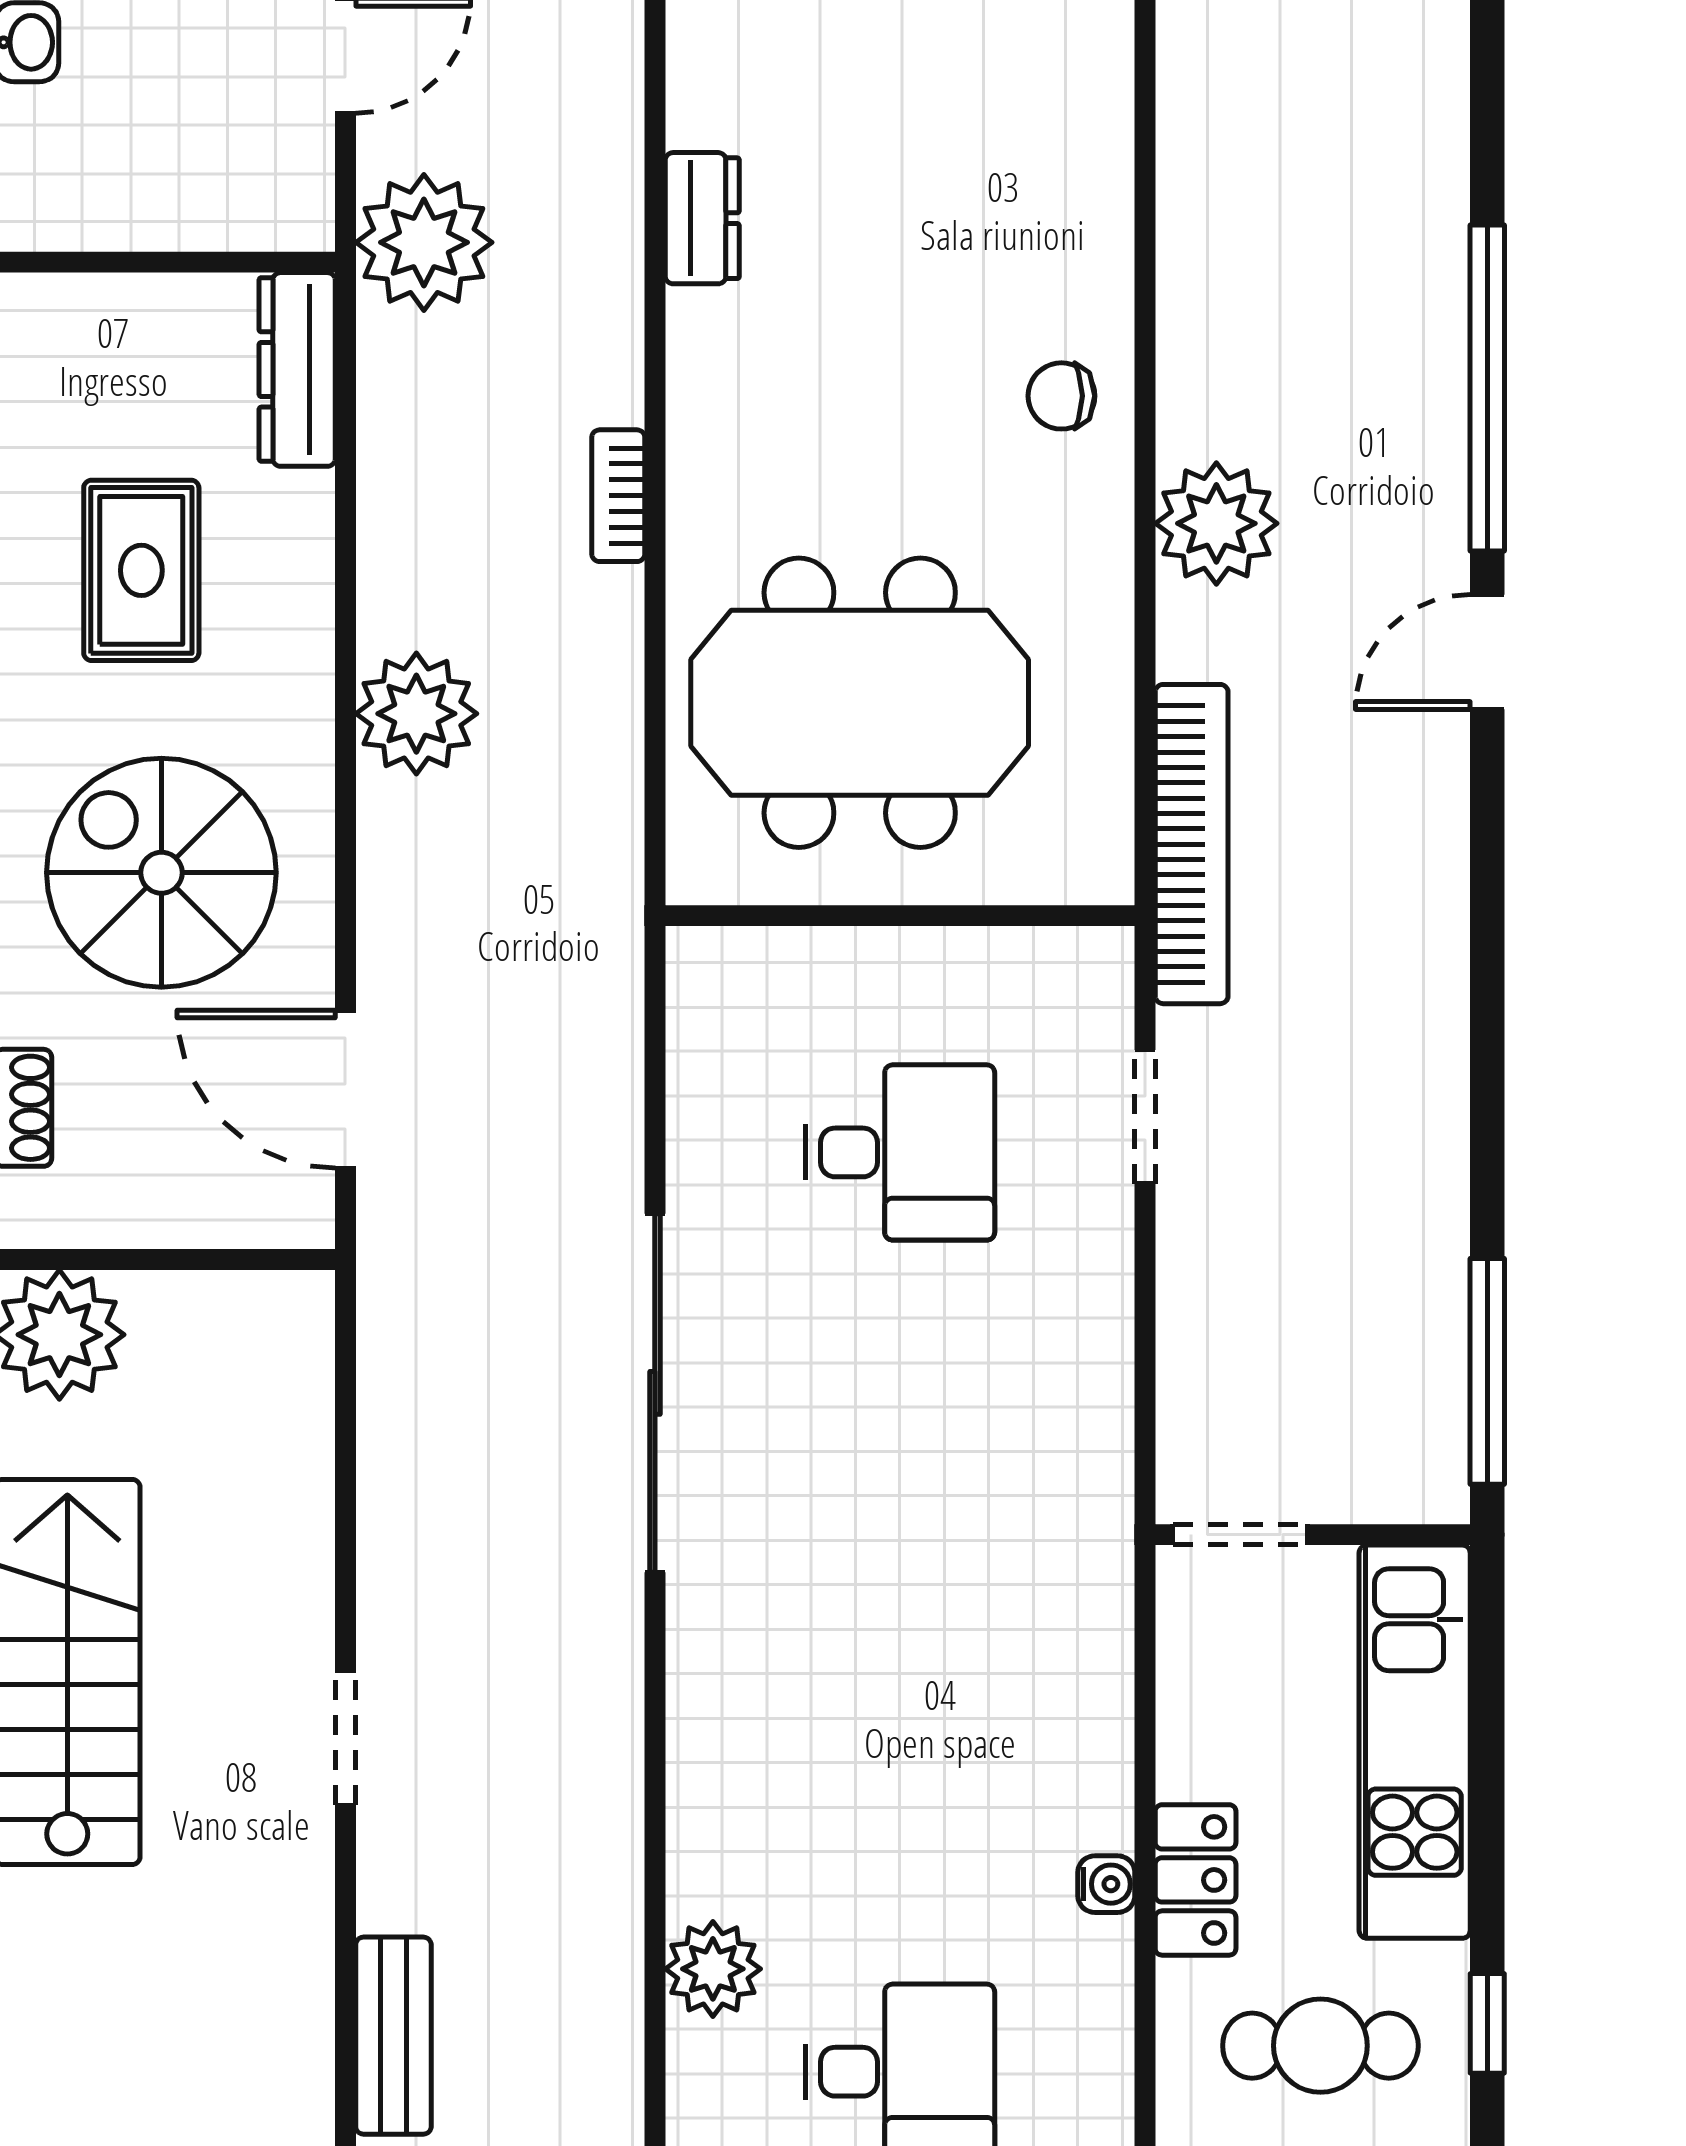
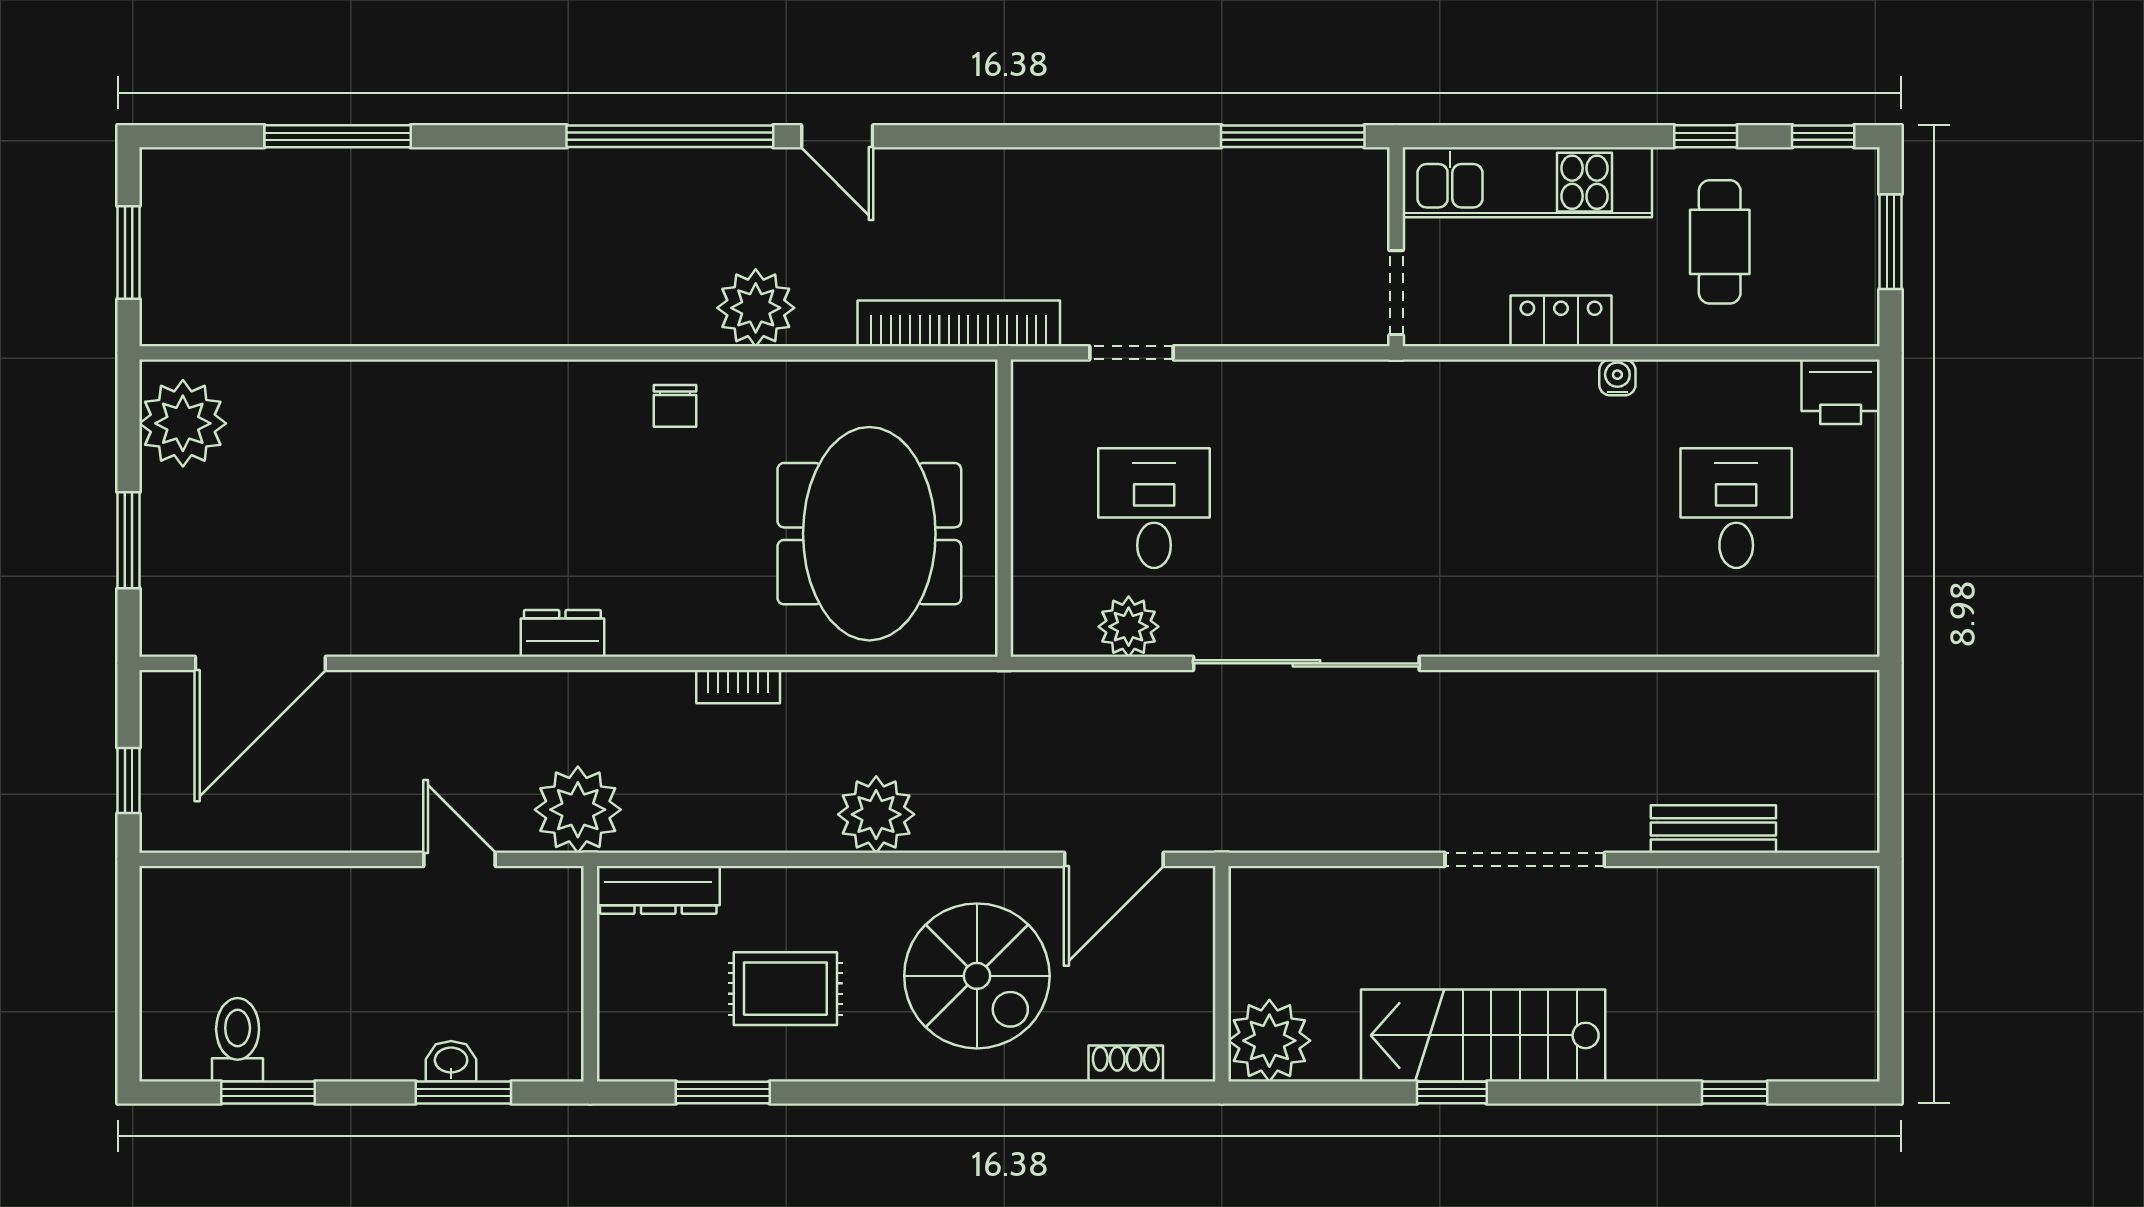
spiral stairs: (161, 873) -> (977, 976), turned -90
doorway: (345, 1738) -> (1525, 859), width x1.88
locker: (1196, 1880) -> (1561, 321), moved
plant: (713, 1969) -> (1129, 627), moved

